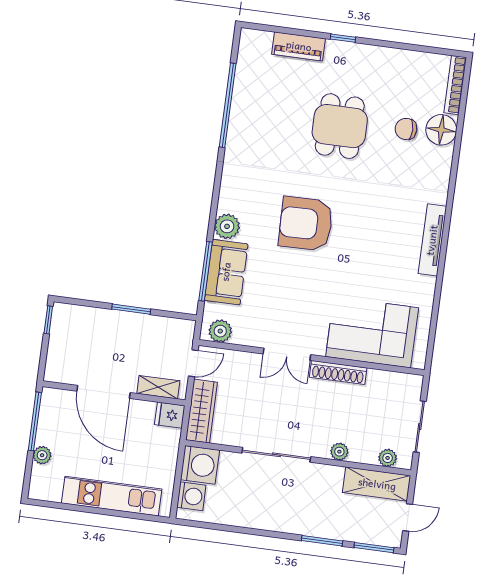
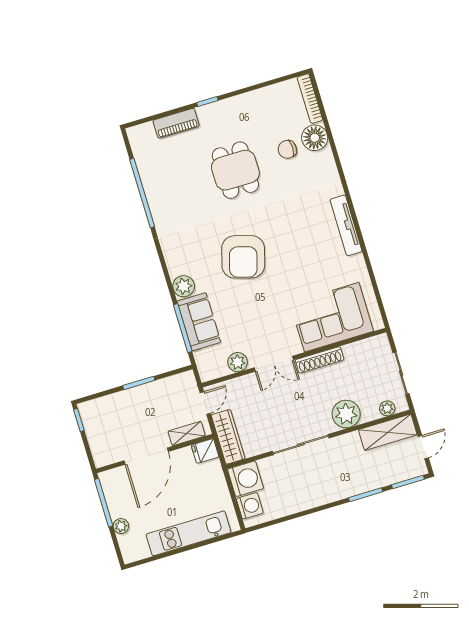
armchair: (306, 224) -> (243, 257), turned -73
plant: (220, 331) -> (238, 362), moved
door: (104, 392) -> (146, 456), hinge flipped
plant: (339, 452) -> (346, 414), width x1.88, depth x1.88

